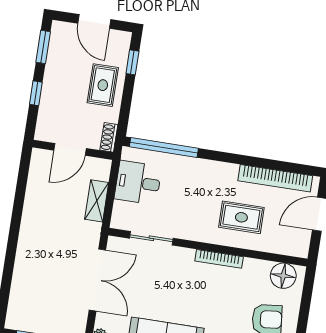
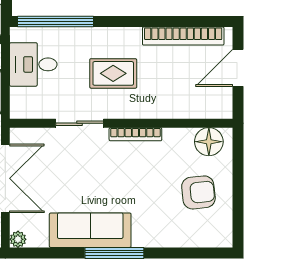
rug: (241, 217) -> (113, 73), moved
sliding door: (151, 238) -> (80, 123), moved

